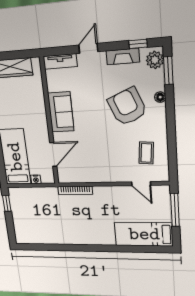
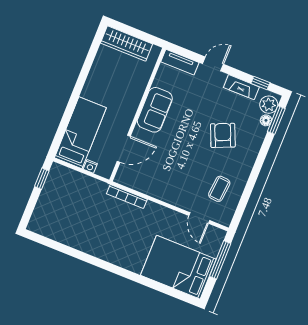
floor lamp: (160, 97) -> (266, 120), moved
armchair: (127, 107) -> (223, 135), width x0.73, depth x0.73
bed: (144, 234) -> (178, 267), width x1.50

